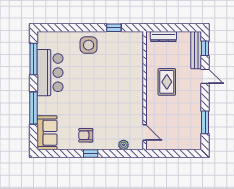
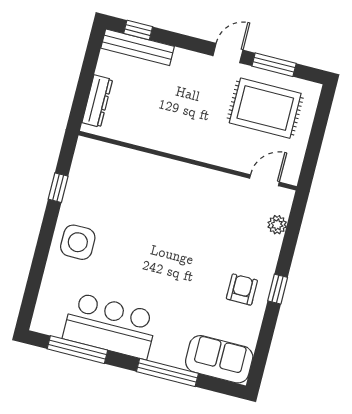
door: (205, 76) -> (228, 53), moved
rug: (167, 82) -> (265, 108), moved, width x1.36, depth x1.43
armchair: (86, 135) -> (242, 289), turned 180

